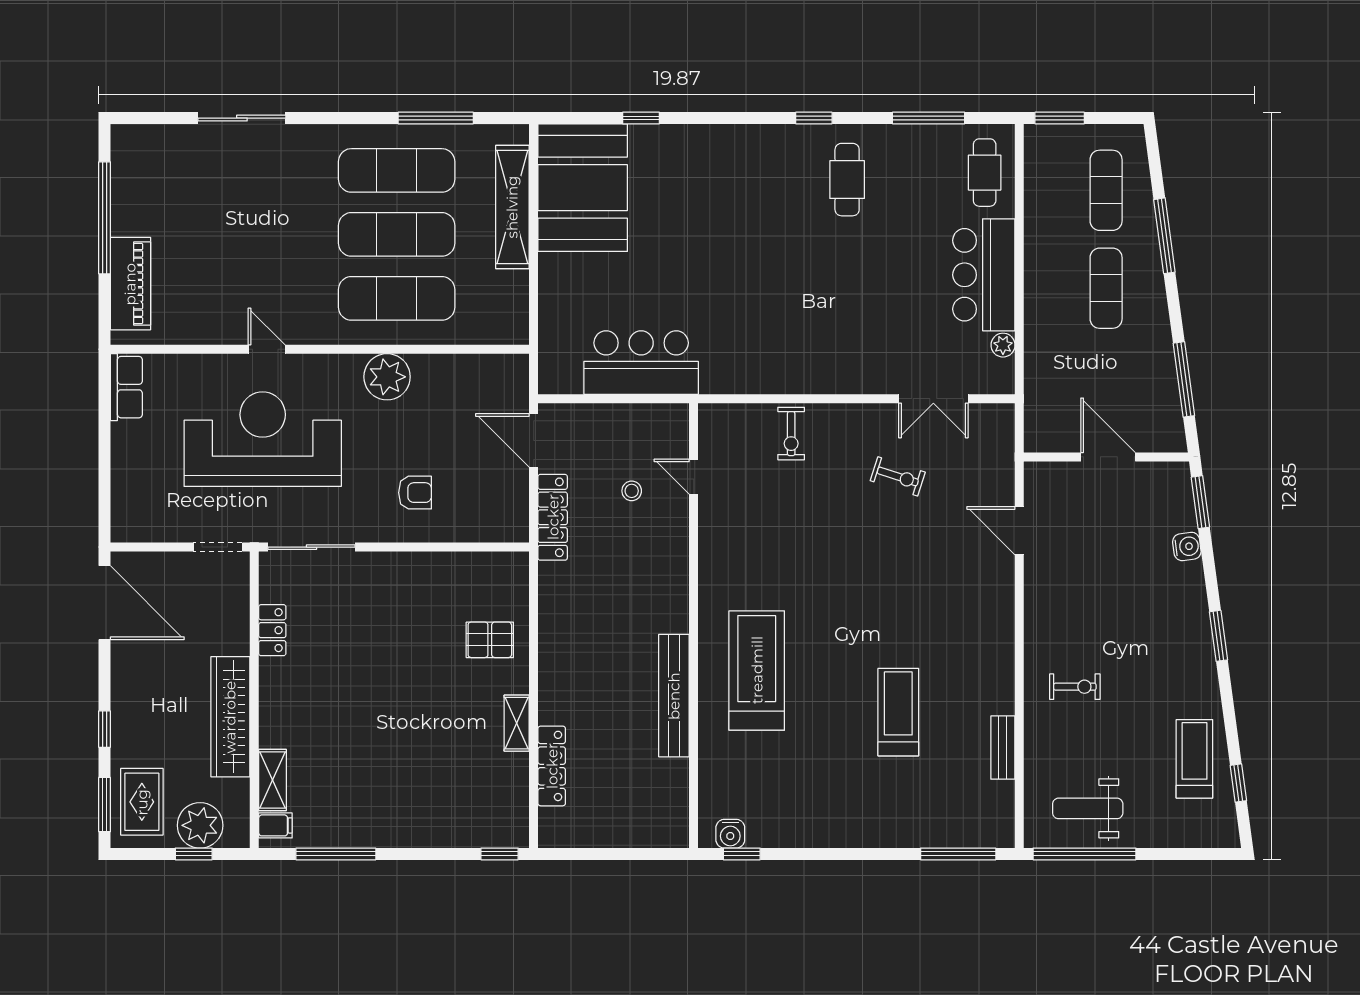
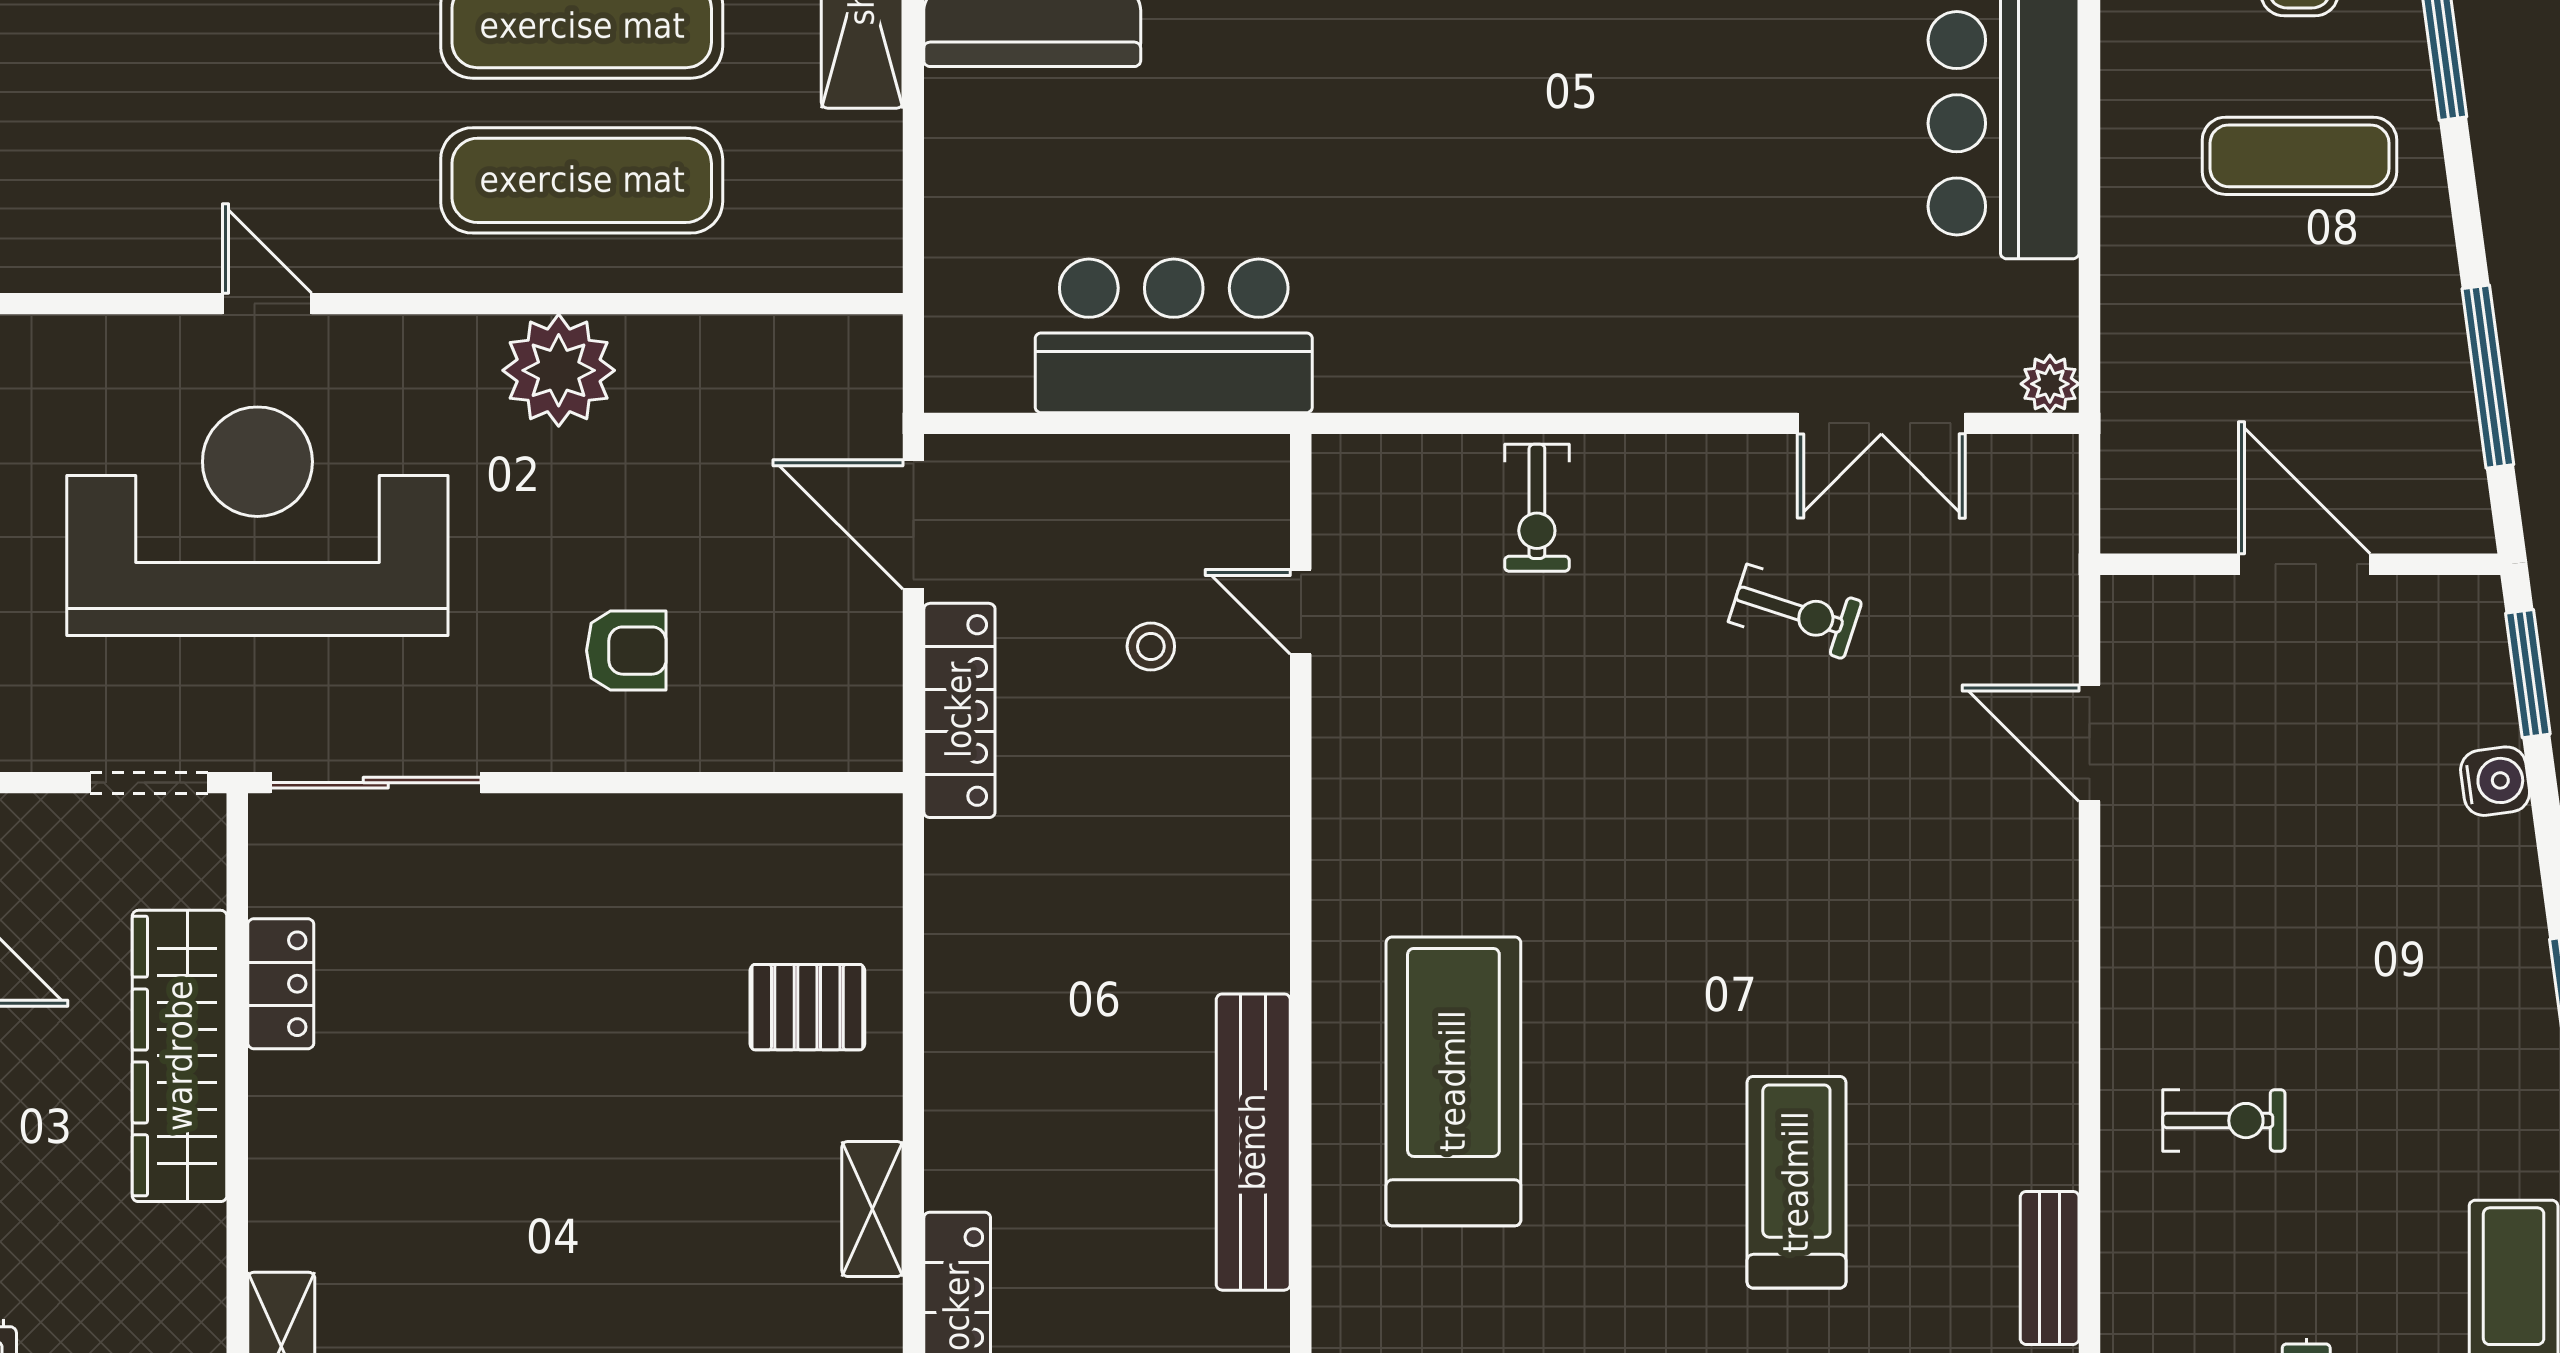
exercise mat: (1106, 288) -> (2300, 156), turned 90
plant: (1003, 345) -> (2050, 384), moved
wardrobe: (230, 717) -> (180, 1056), moved

